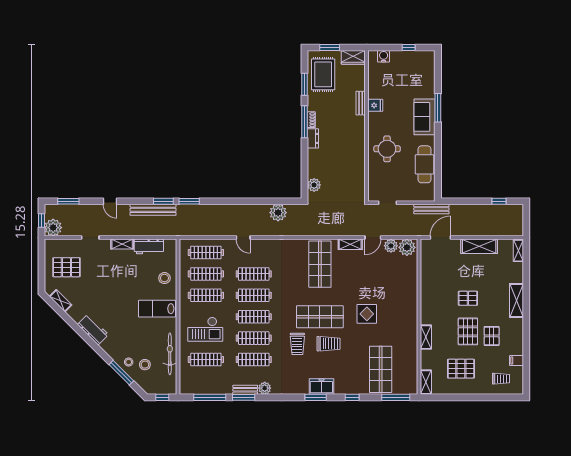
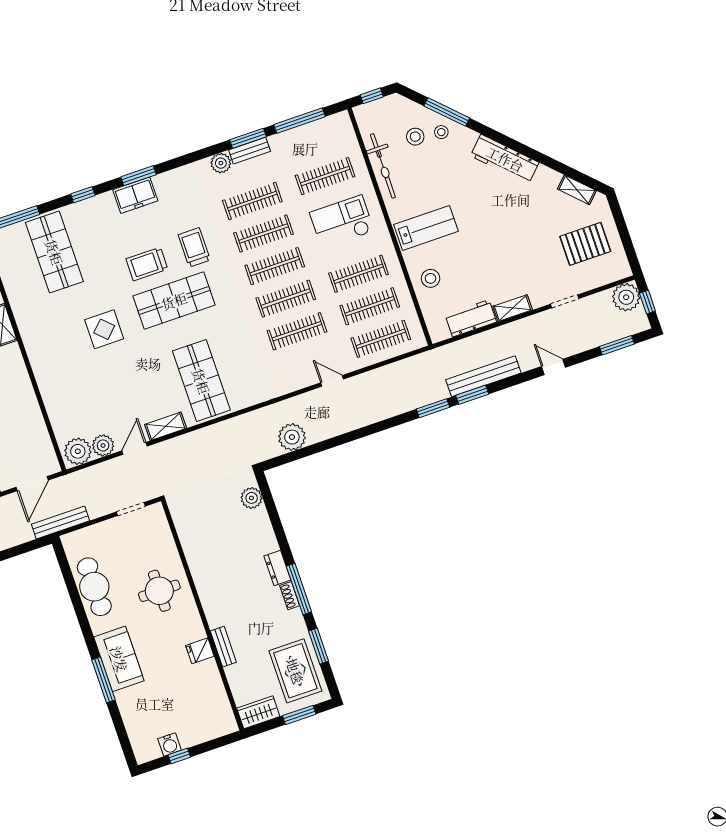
water cooler: (384, 56) -> (170, 744), moved
workbench: (93, 329) -> (505, 159), width x1.38

